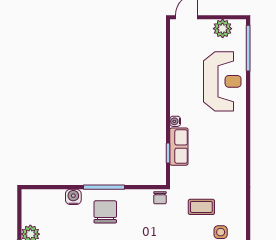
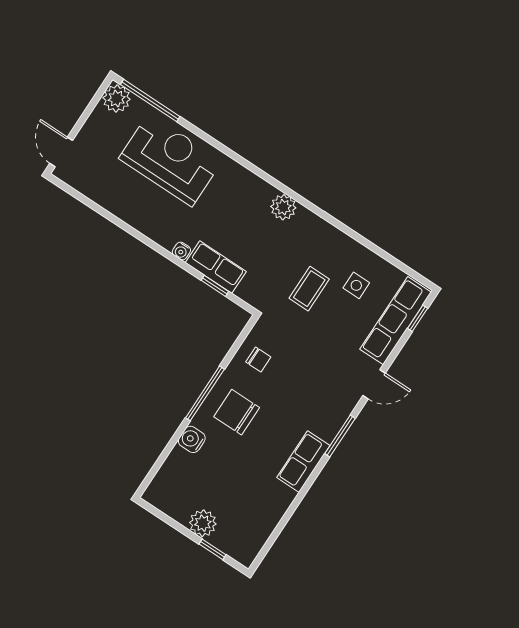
plant: (223, 29) -> (117, 99), moved
plant: (237, 162) -> (283, 207), added
chair: (160, 198) -> (258, 359), moved

